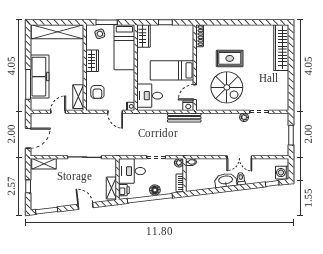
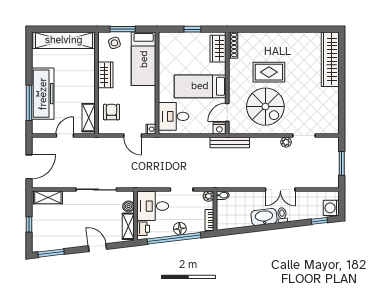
wardrobe: (143, 36) -> (218, 49), moved, turned 180
armchair: (97, 92) -> (112, 112), turned 180
bench: (184, 118) -> (230, 142), moved
boiler: (112, 171) -> (129, 206), added

